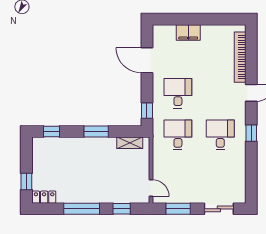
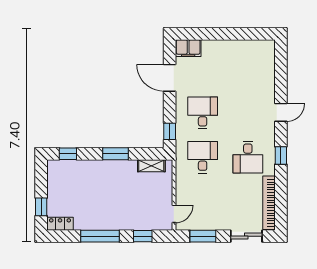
filing cabinet: (188, 33) -> (188, 48), moved
bookcase: (240, 57) -> (269, 203), moved
desk: (220, 135) -> (248, 157), turned 180
door: (151, 188) -> (174, 214), hinge flipped

